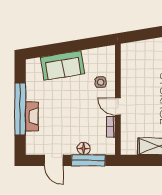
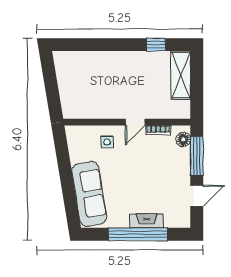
sofa: (63, 65) -> (89, 194), width x1.36
floor lamp: (84, 148) -> (183, 140), moved

